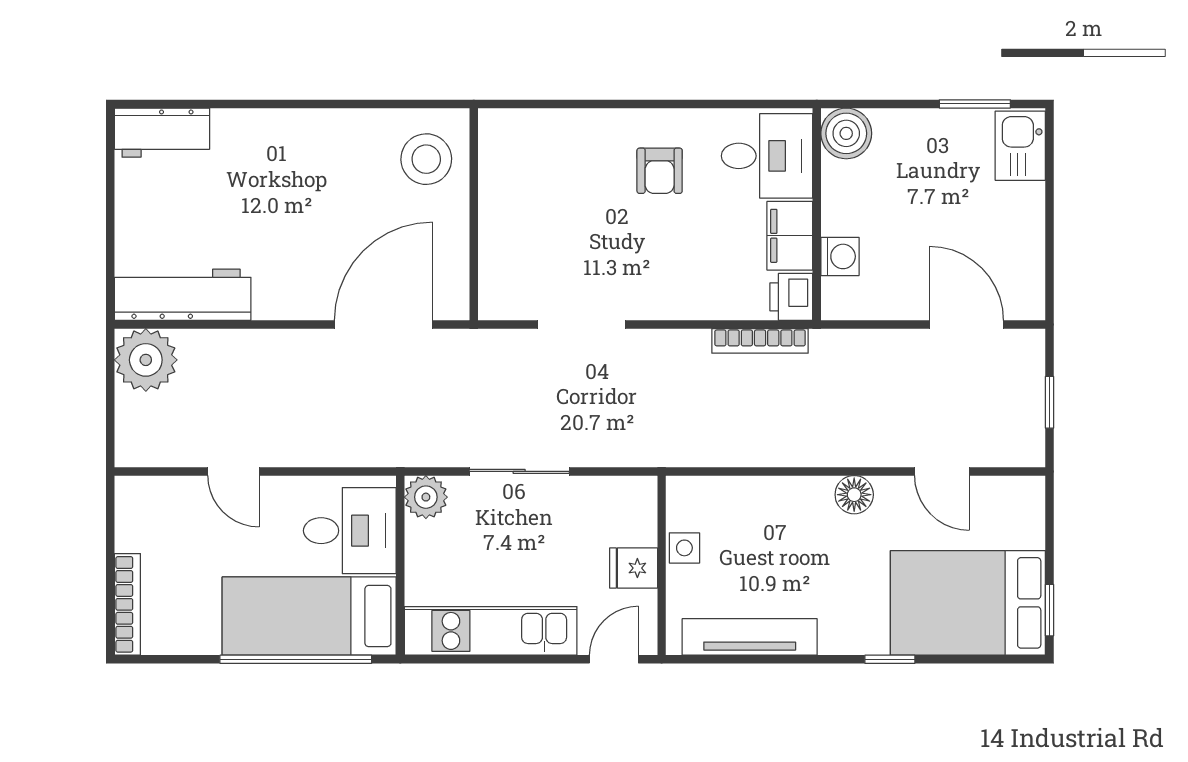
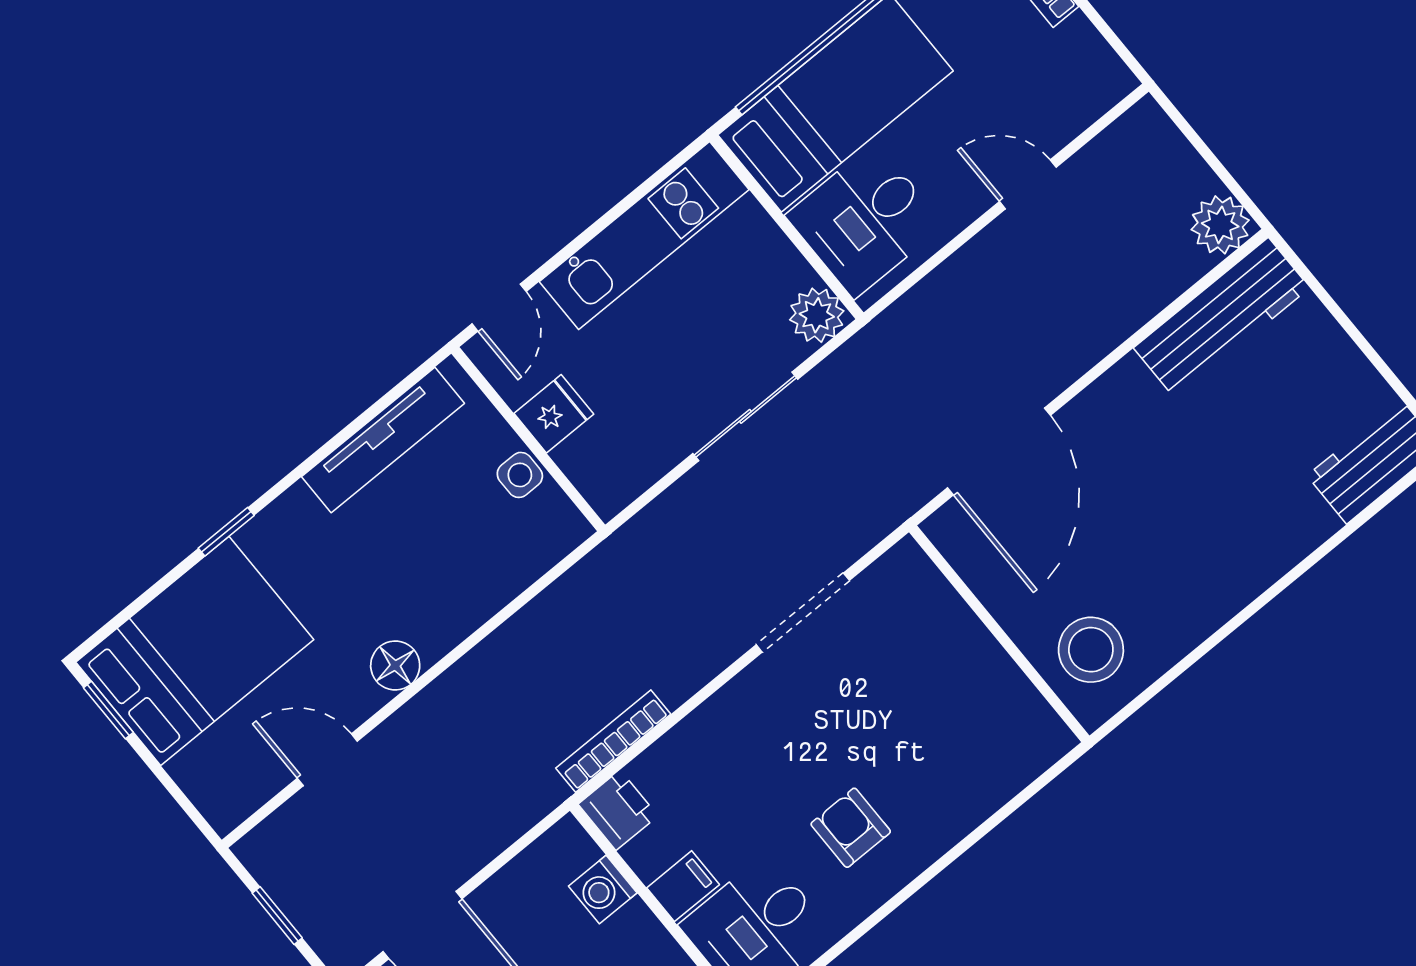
filing cabinet: (790, 236) -> (683, 886), width x0.50
plant: (146, 360) -> (1220, 225), width x0.73, depth x0.73

